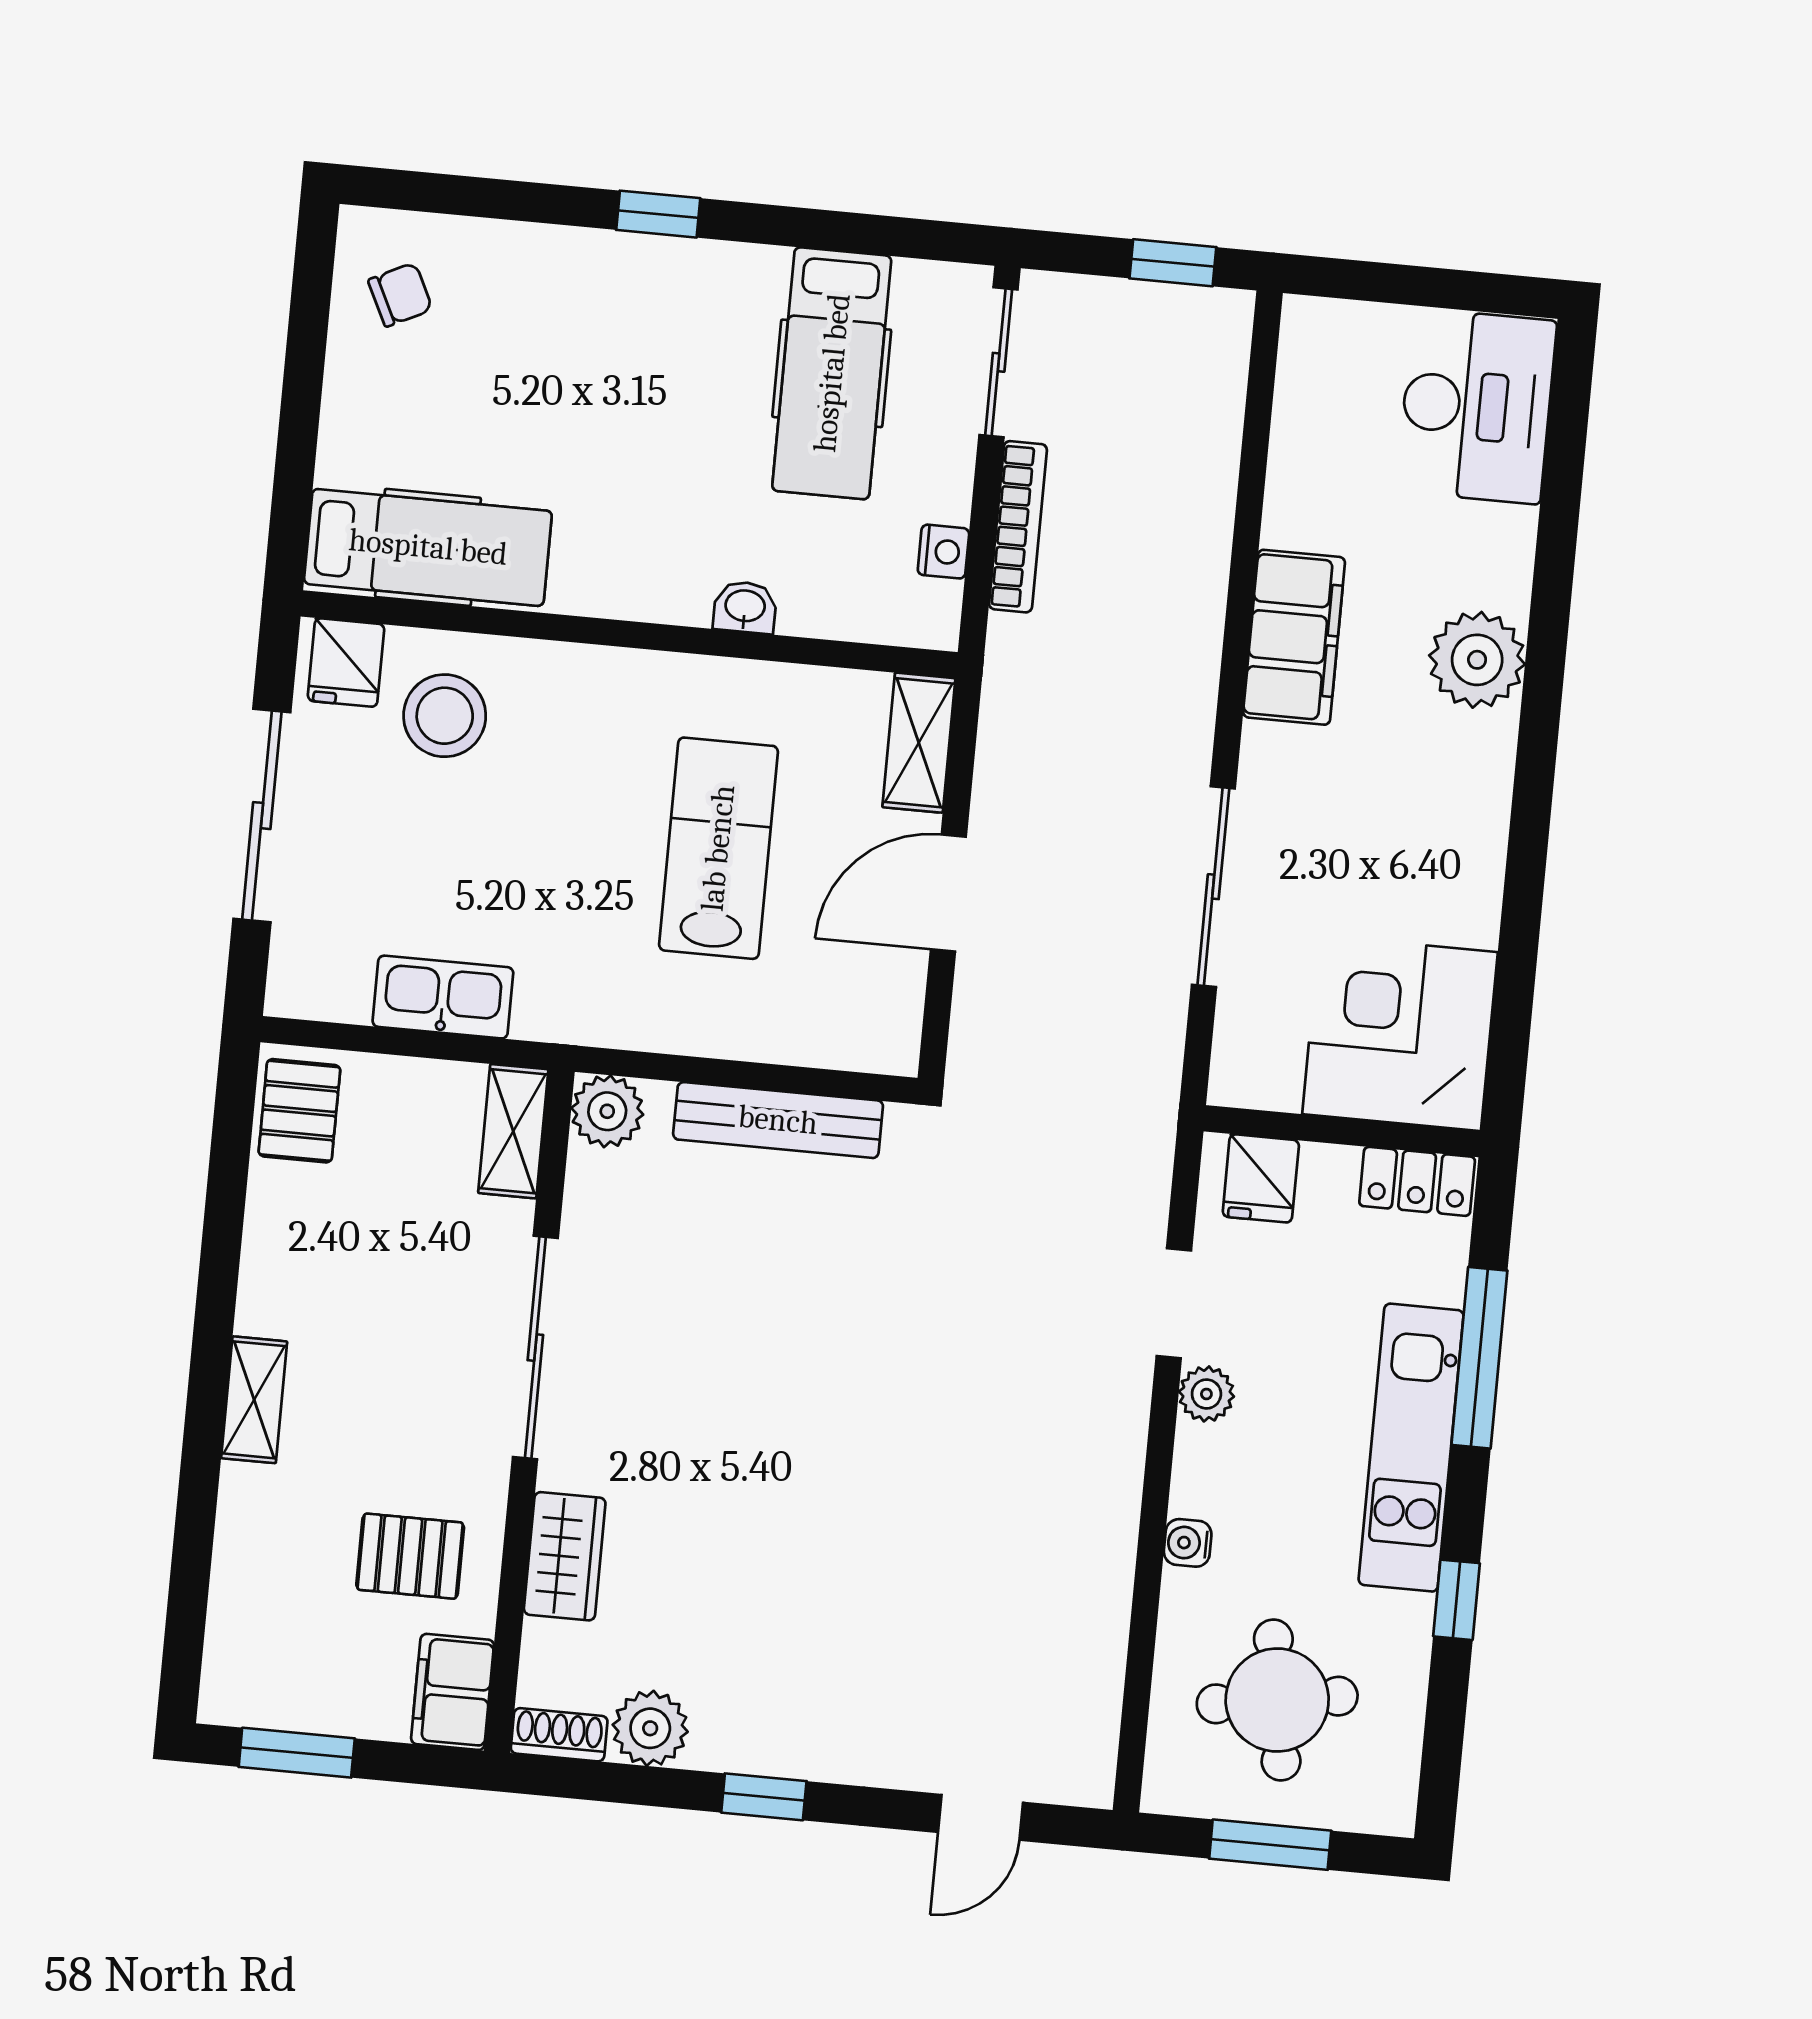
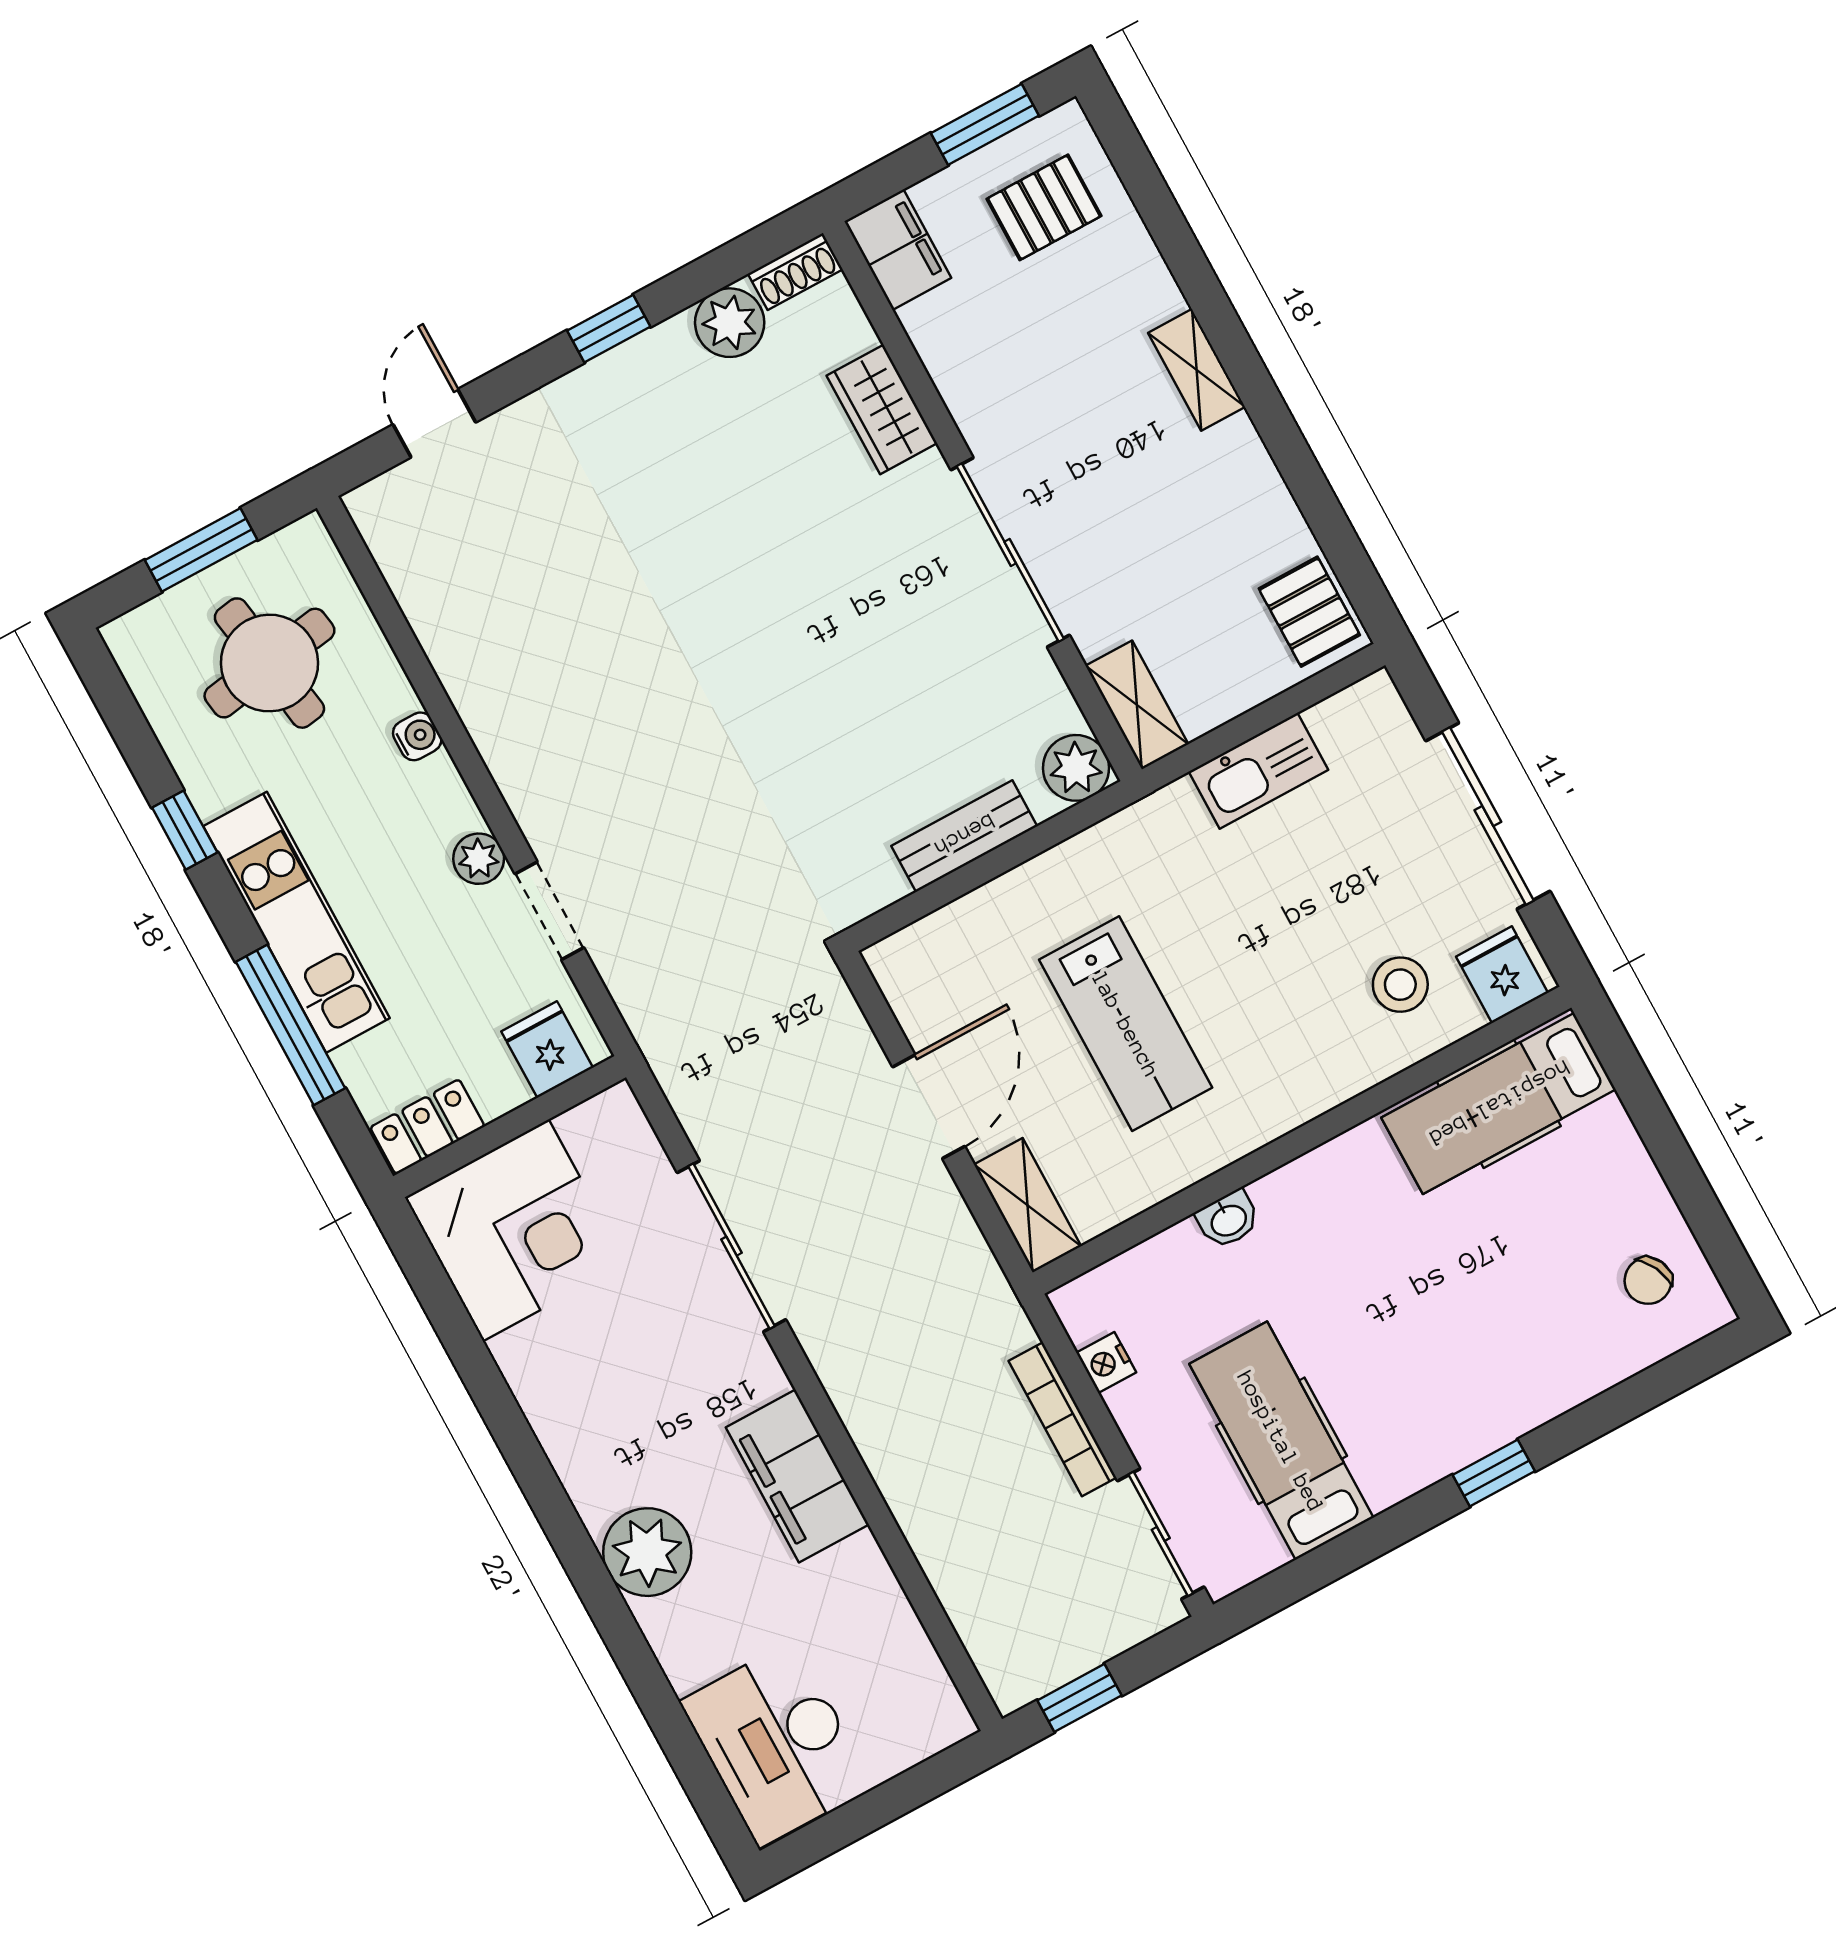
stool: (445, 716) -> (1400, 985), width x0.73, depth x0.73
bench: (778, 1120) -> (964, 836), width x0.73
pallet: (410, 1556) -> (1044, 207), moved

